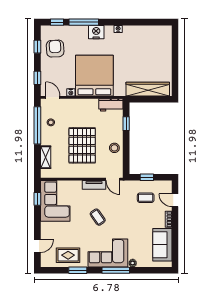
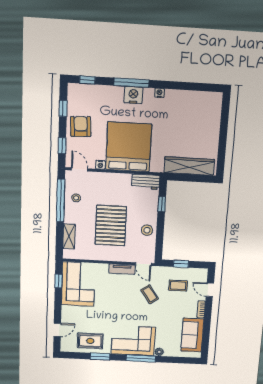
window: (84, 22) -> (131, 83), moved
armchair: (55, 49) -> (81, 126), moved
coffee table: (98, 217) -> (150, 294), moved

